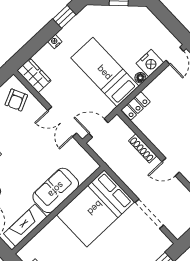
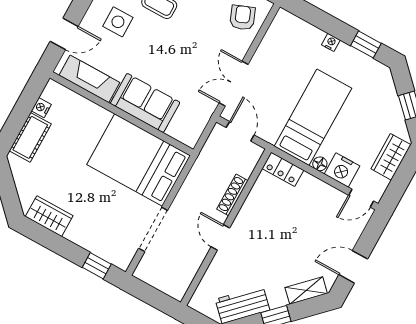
wardrobe: (34, 75) -> (391, 157), moved, turned 180
armchair: (16, 100) -> (243, 18), turned 93

